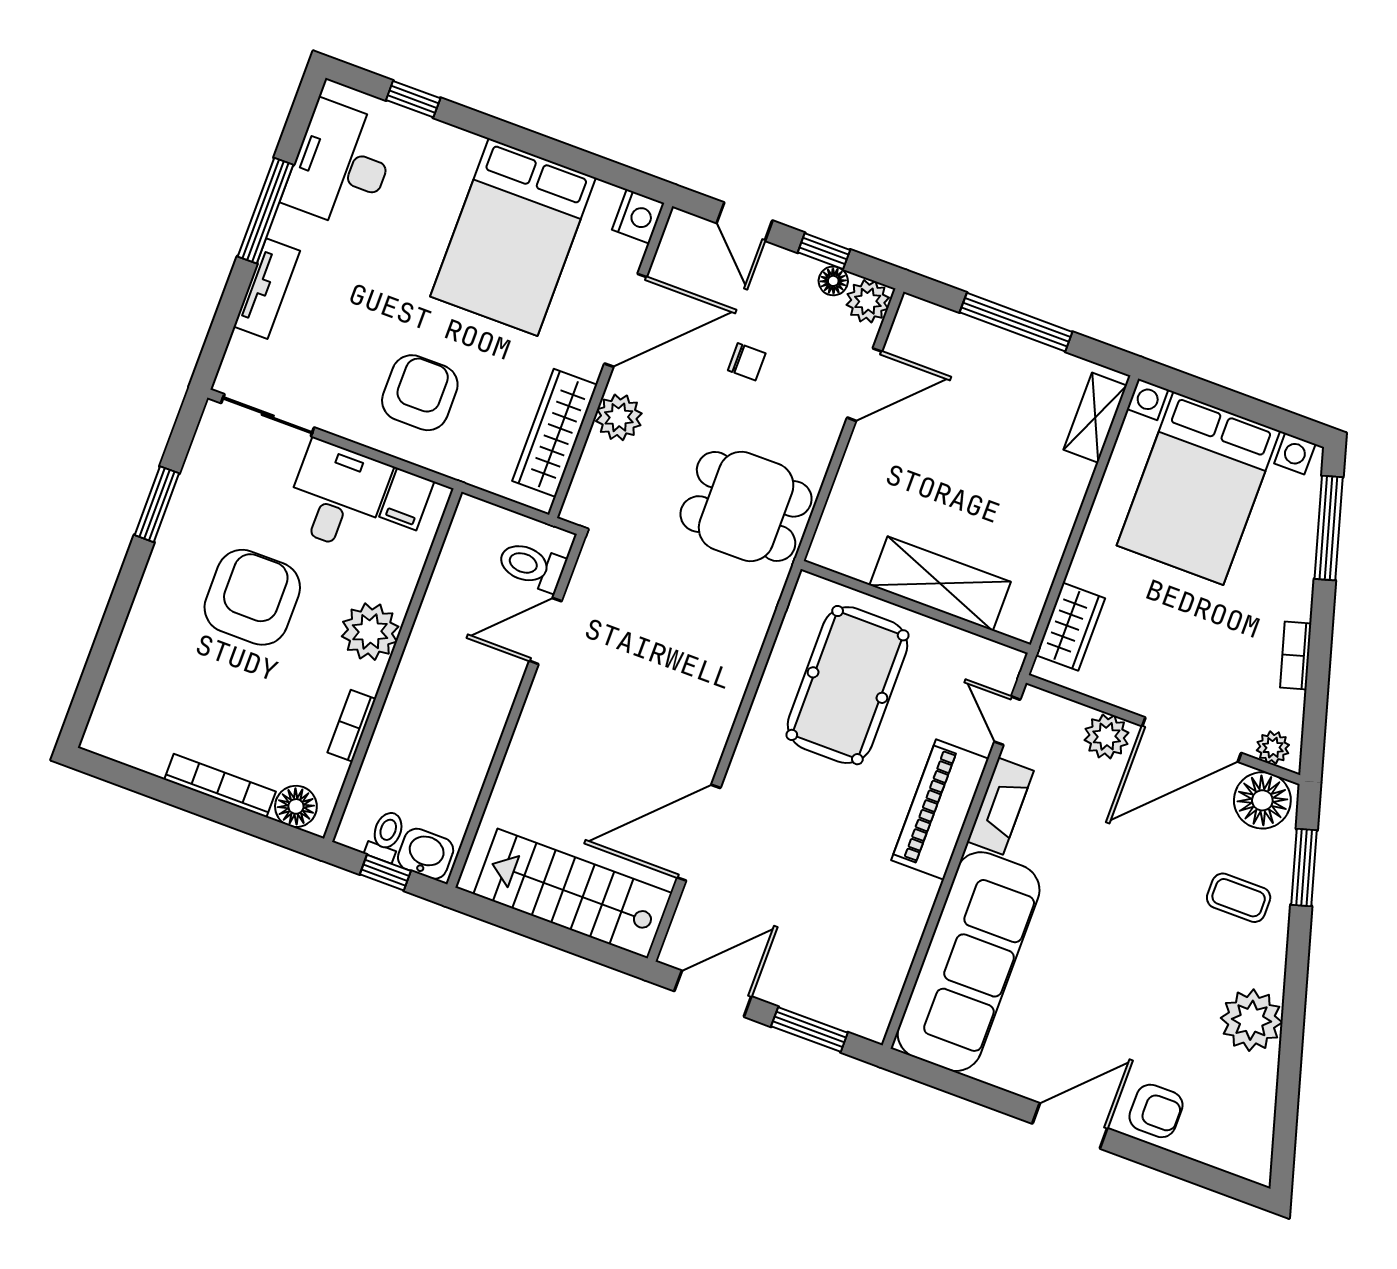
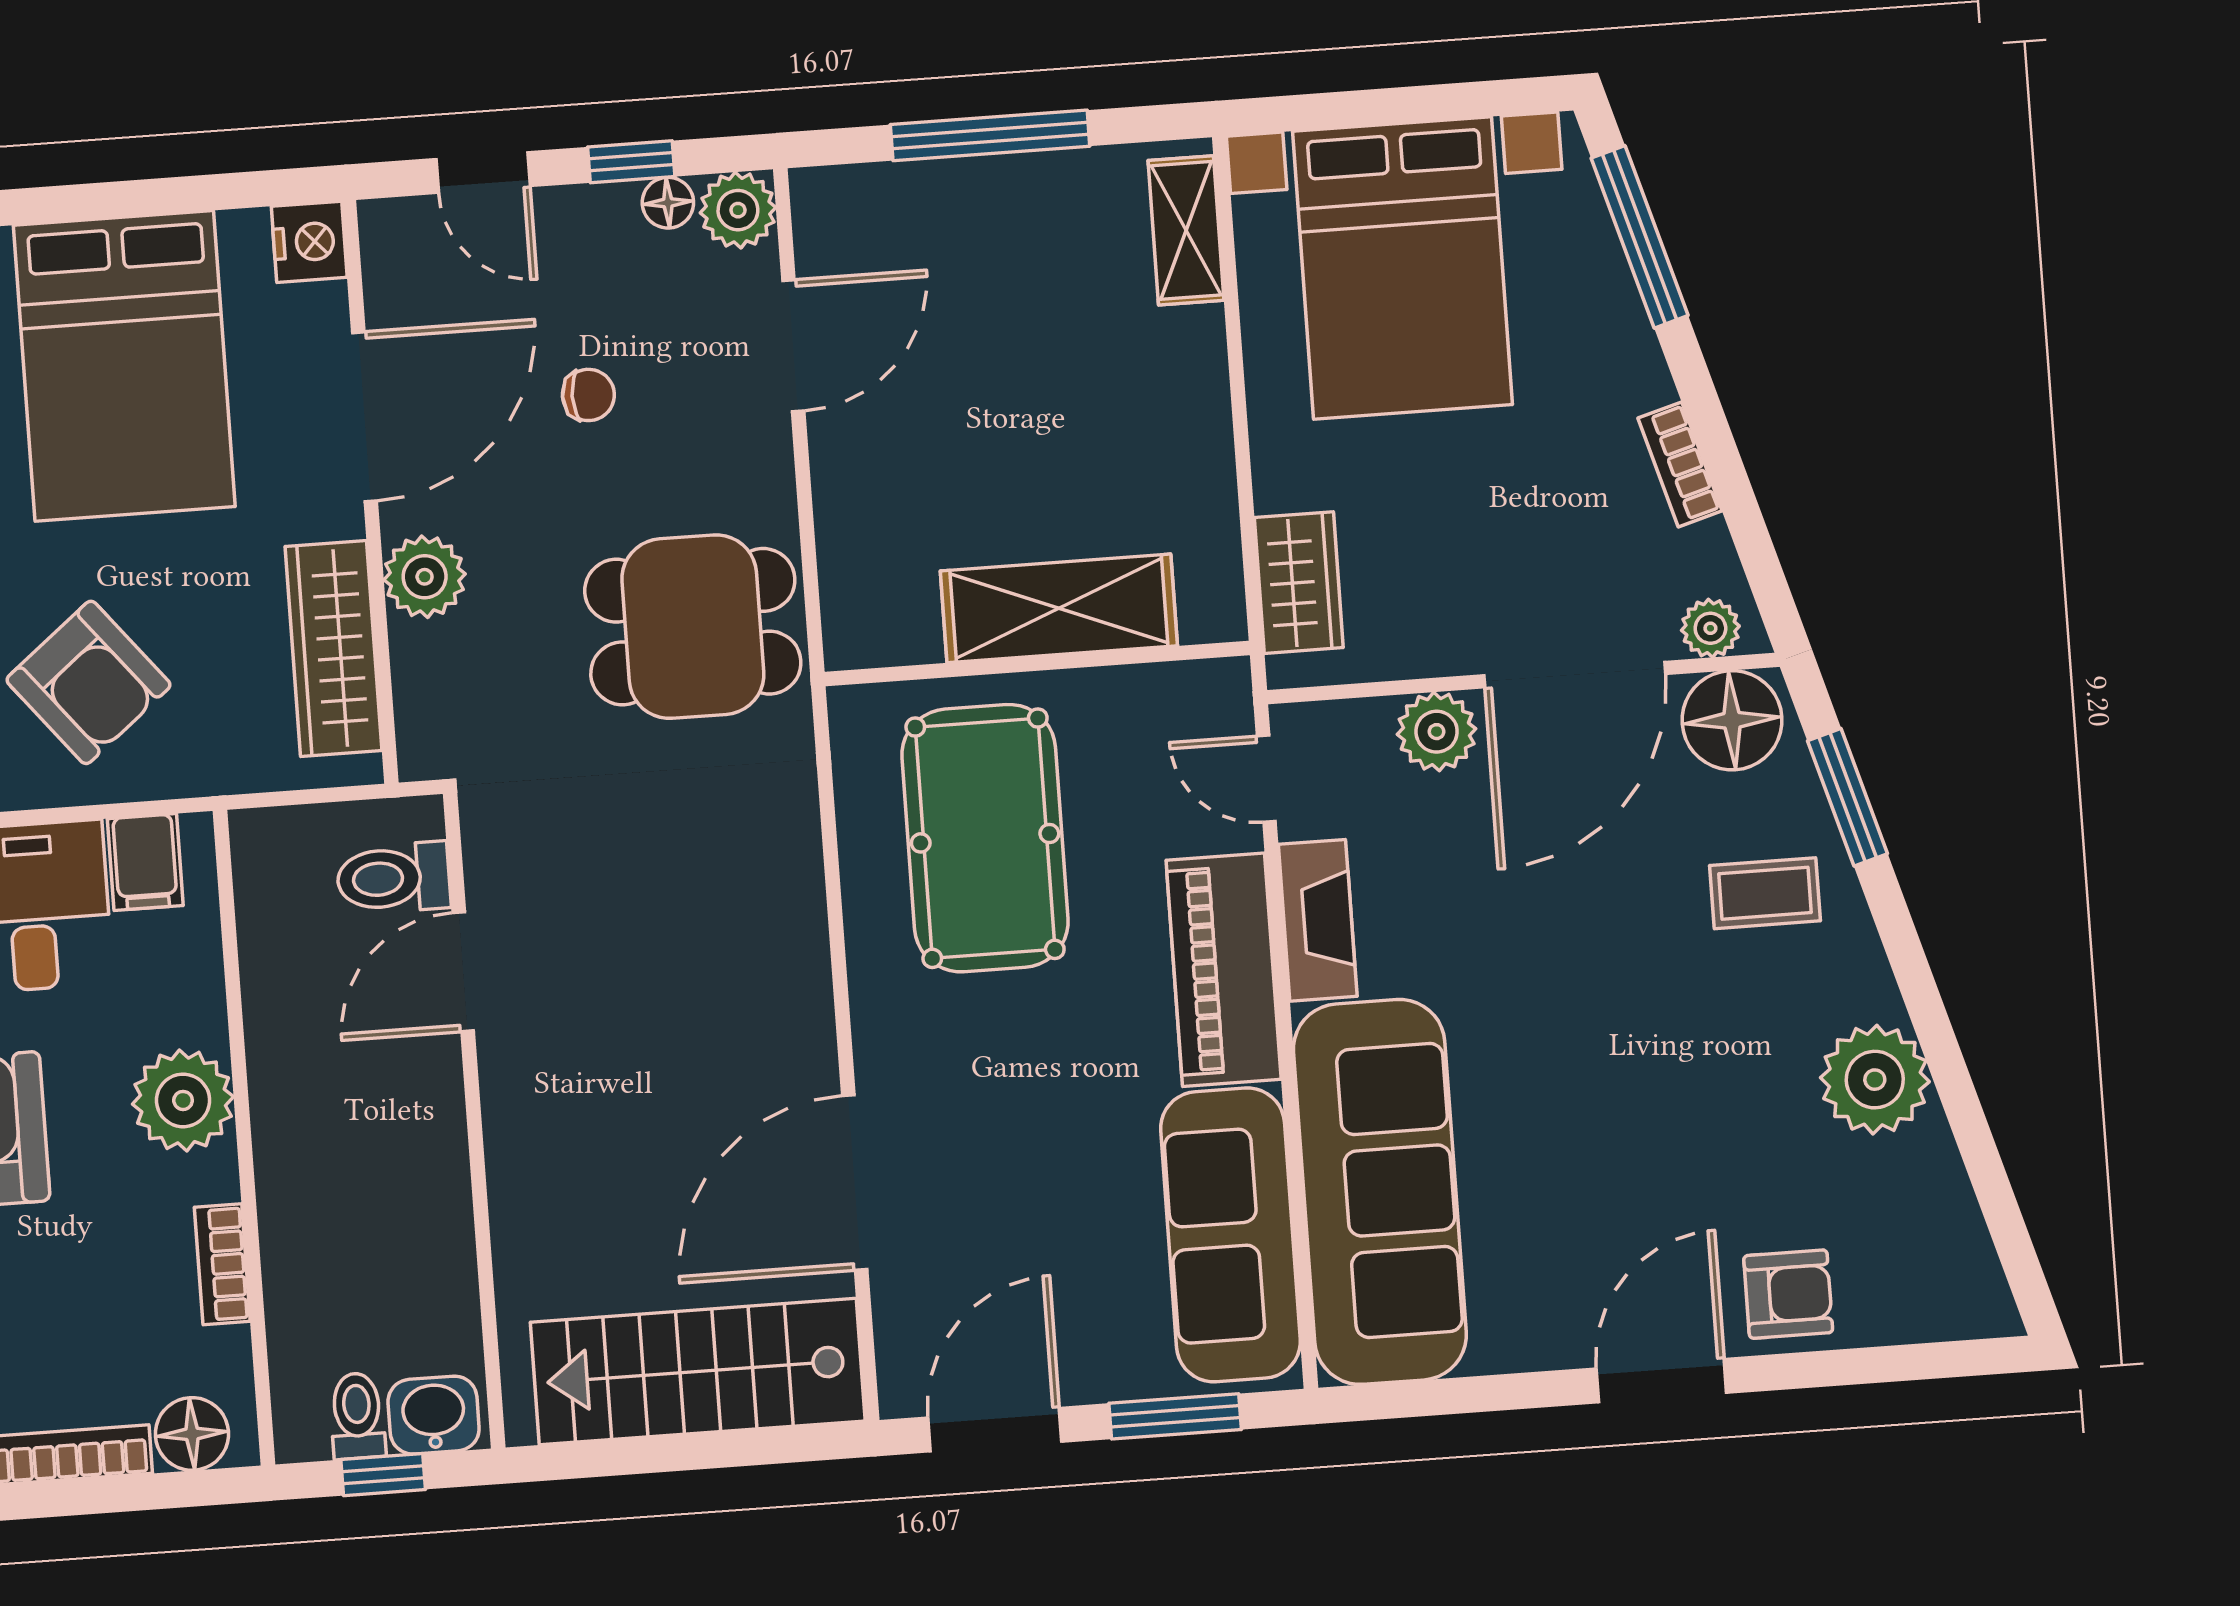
armchair: (420, 393) -> (89, 682), turned 141
sofa: (881, 949) -> (1231, 1235), added

